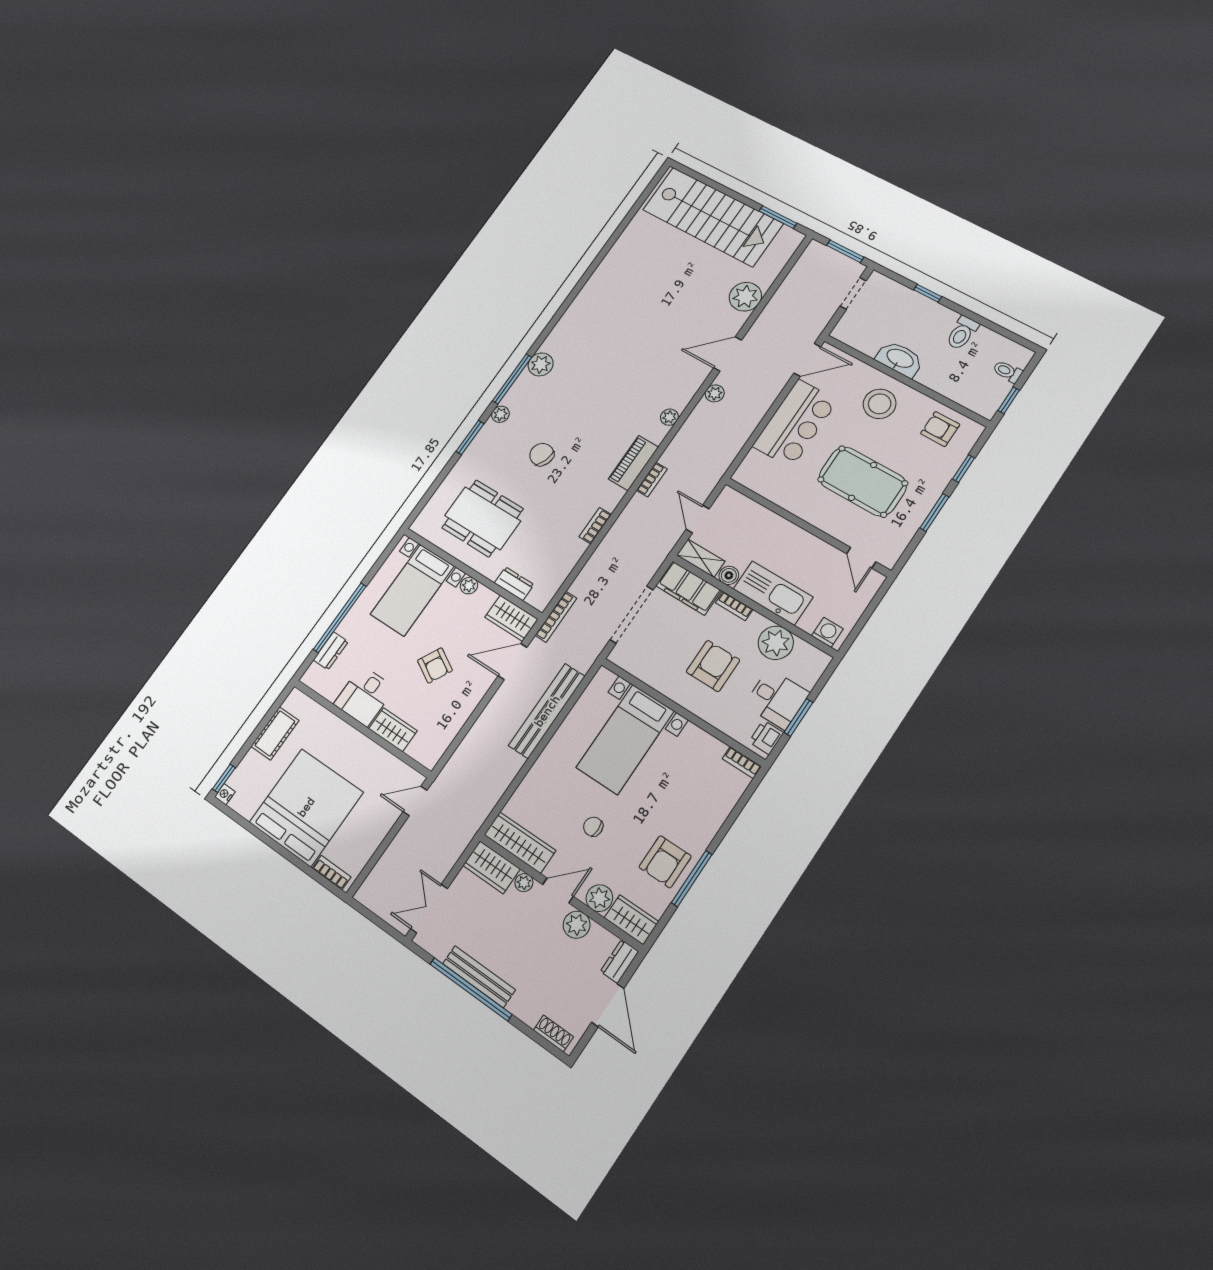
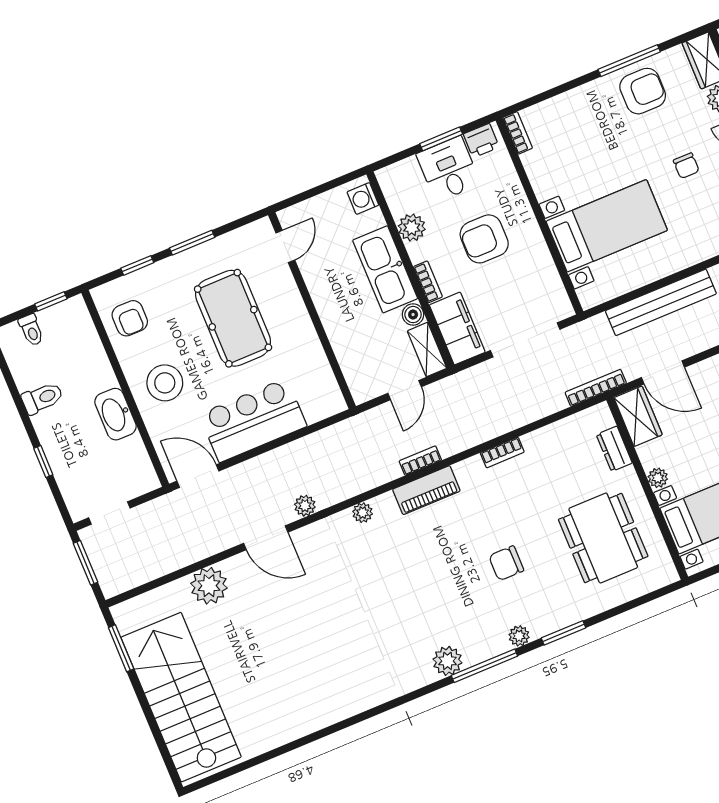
chair: (542, 455) -> (506, 563), turned 70
plant: (776, 643) -> (412, 228), width x0.73, depth x0.73

